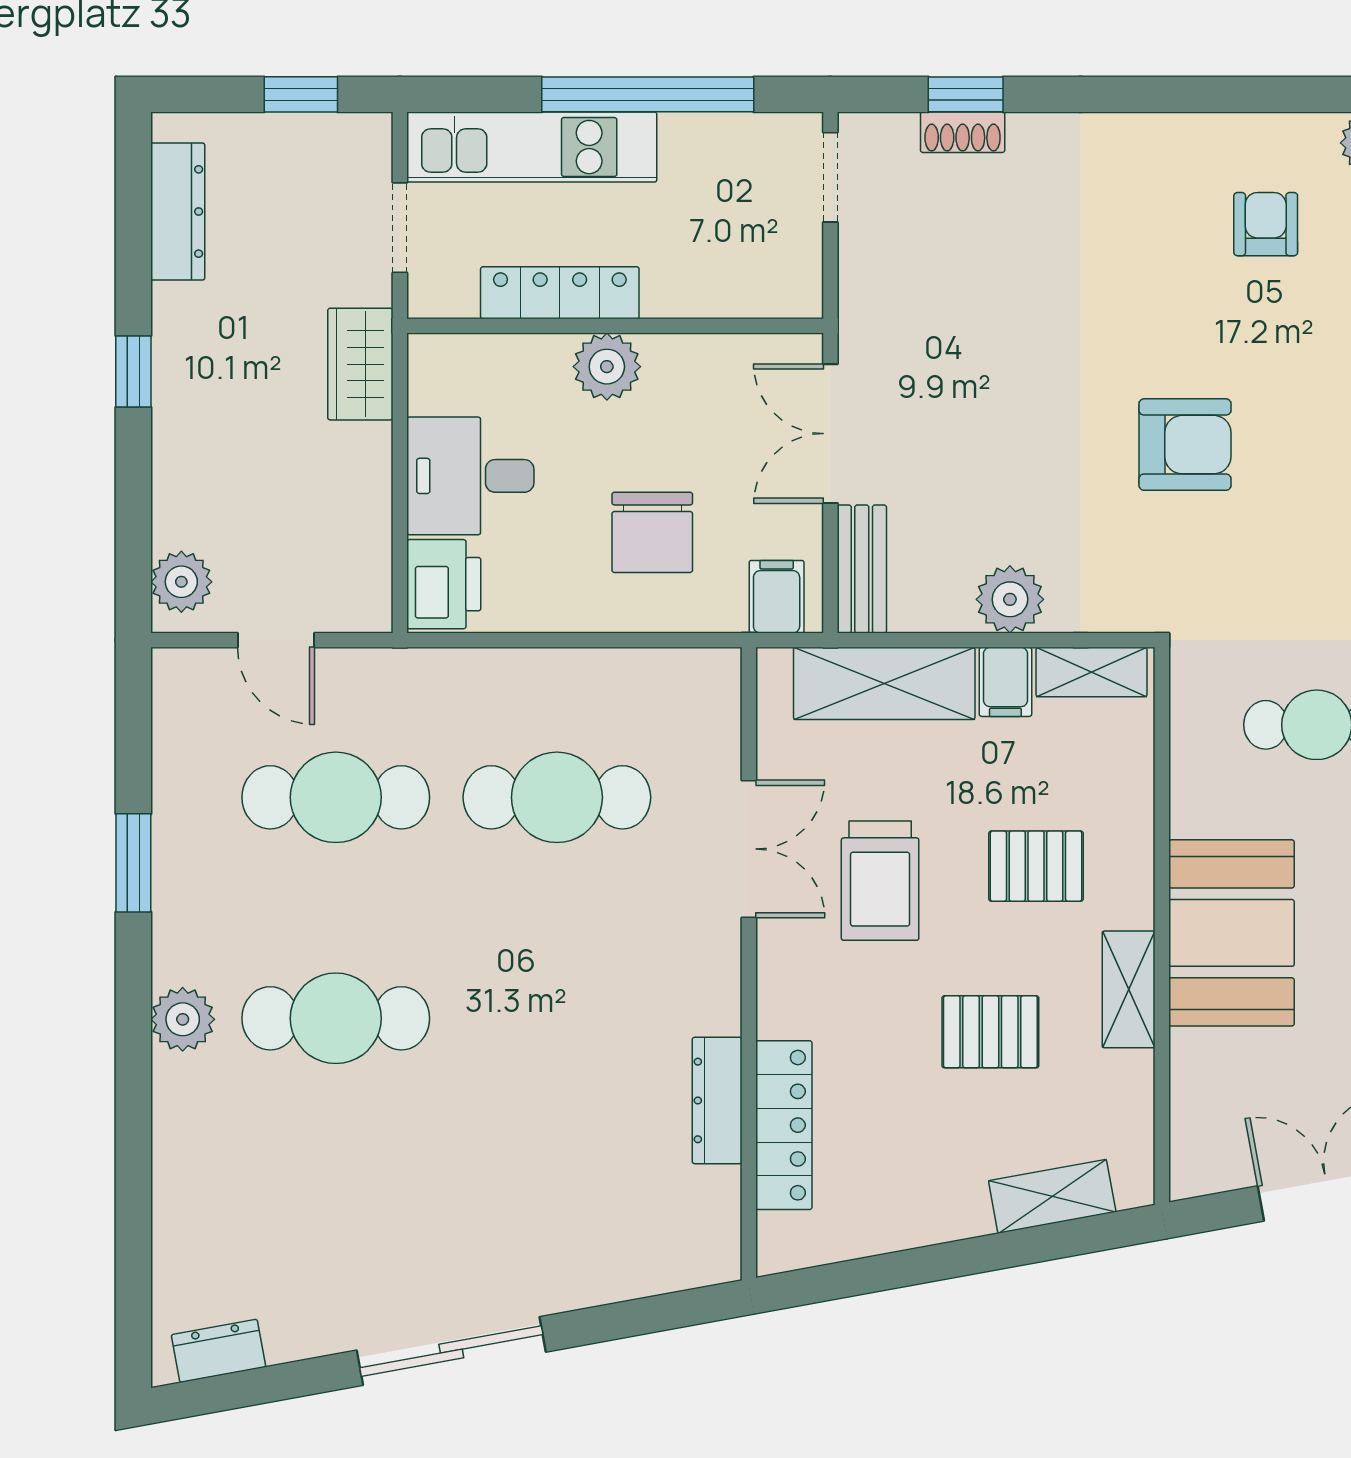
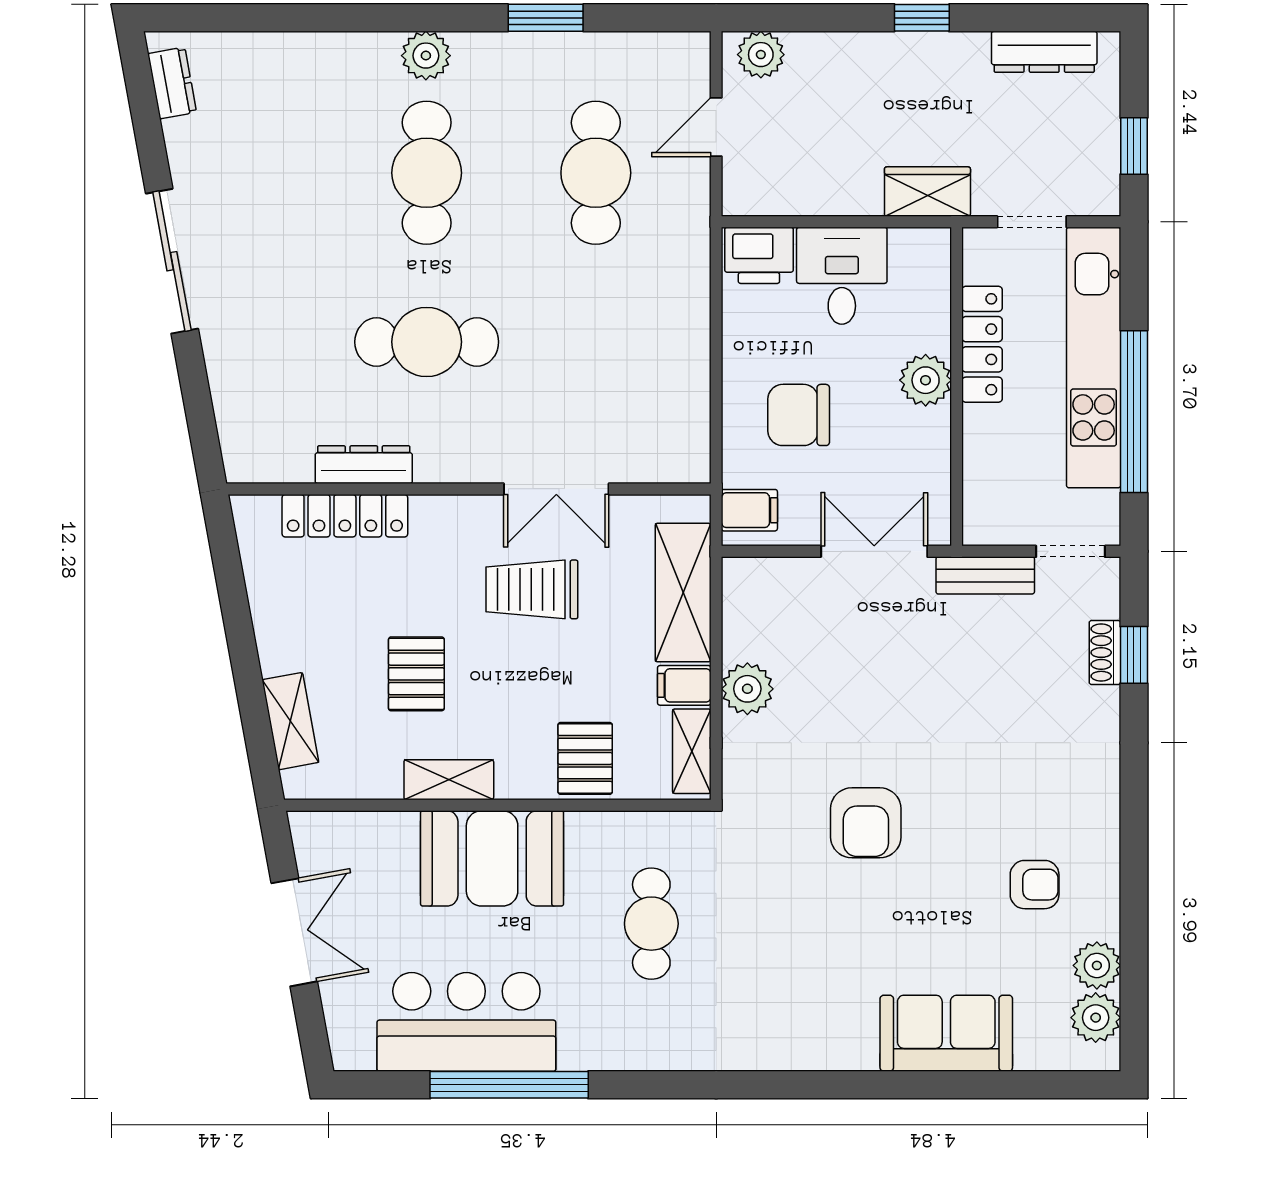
kitchen unit: (532, 147) -> (1094, 357), width x1.36
bench: (862, 569) -> (985, 575), moved
cafe table: (557, 797) -> (427, 342), moved, turned 90
pallet: (1036, 866) -> (585, 758), moved

